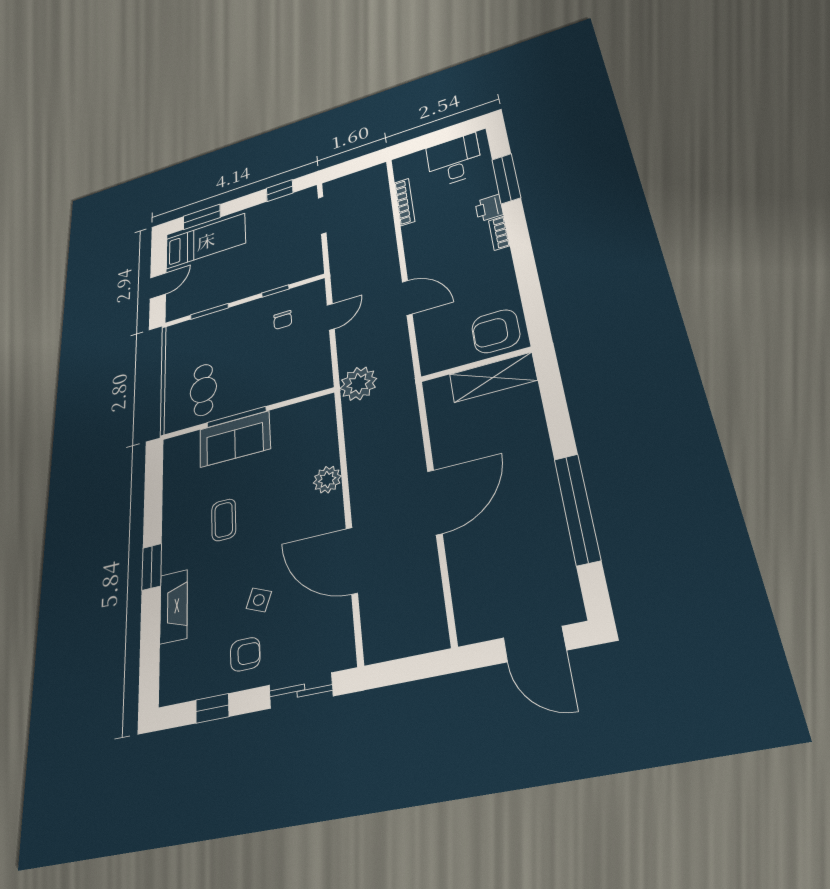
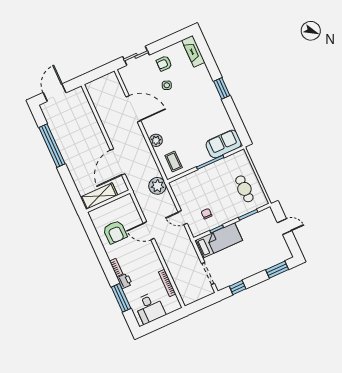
bed: (206, 241) -> (219, 240), moved, turned 180
door: (158, 286) -> (285, 227), swing flipped
door: (331, 317) -> (183, 218), hinge flipped
armchair: (496, 331) -> (115, 232), moved, turned 90
cafe table: (203, 390) -> (244, 189), moved
sofa: (235, 439) -> (224, 144), moved
door: (435, 502) -> (118, 162), moved
coffee table: (224, 520) -> (174, 162), moved
fireplace: (174, 606) -> (193, 51), moved
door: (535, 644) -> (55, 93), hinge flipped
window: (212, 708) -> (170, 41), removed

